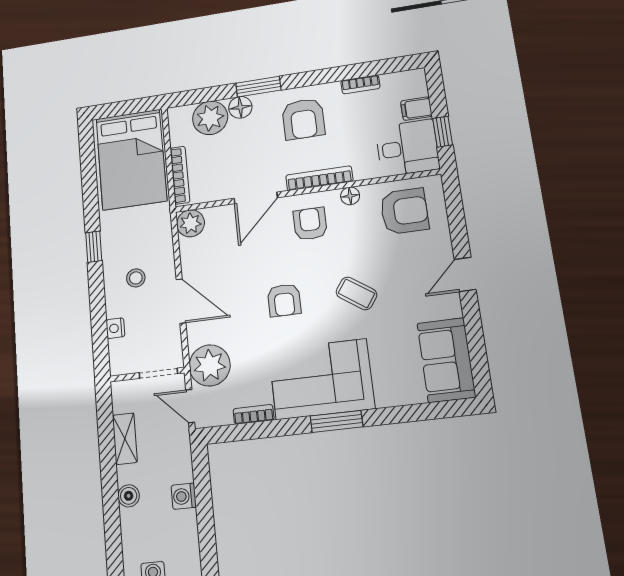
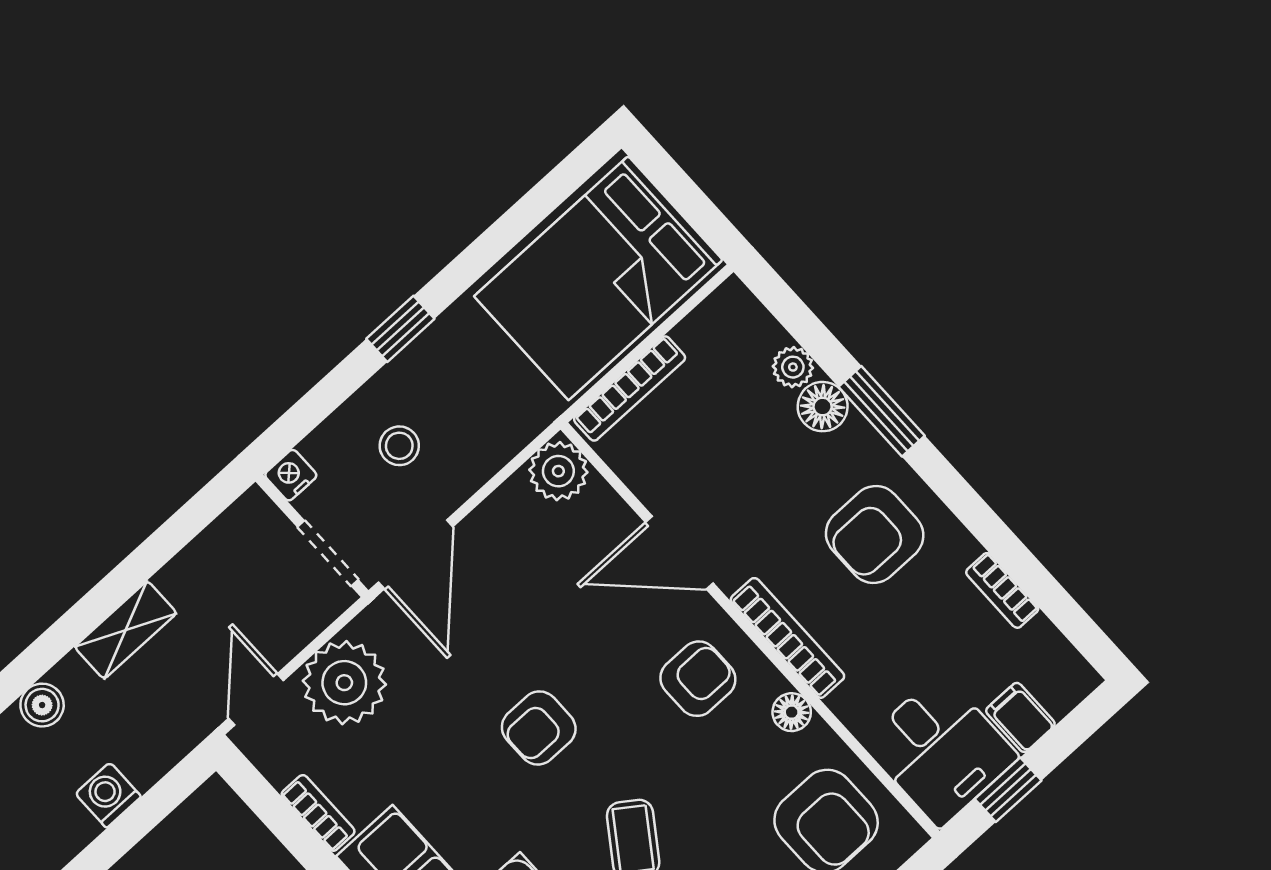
plant: (210, 118) -> (793, 367), width x0.53, depth x0.53
doorway: (158, 373) -> (328, 553), moved
wall: (147, 375) -> (312, 536), moved

